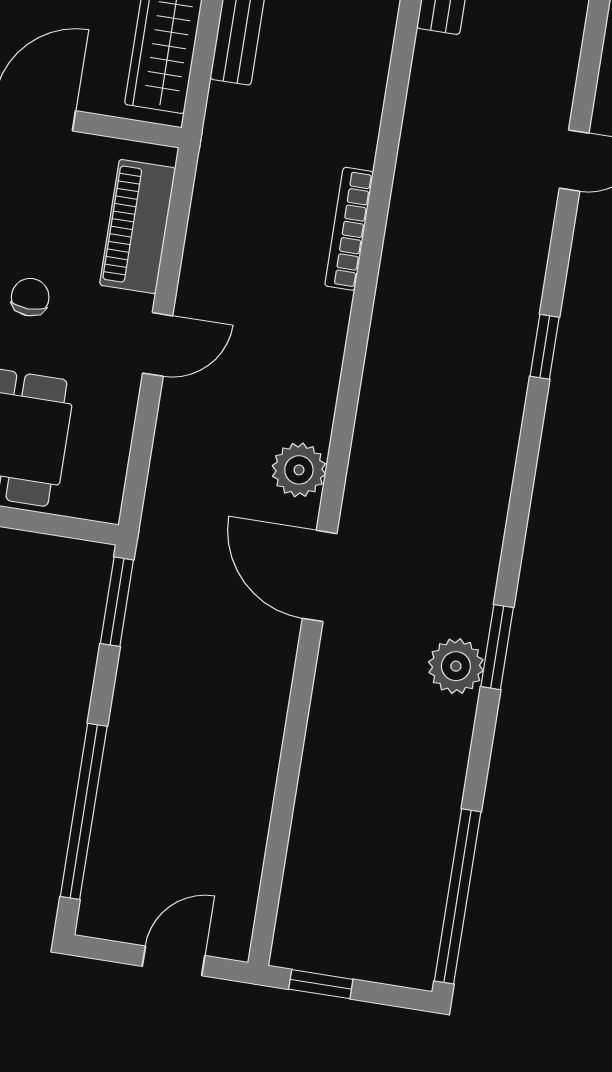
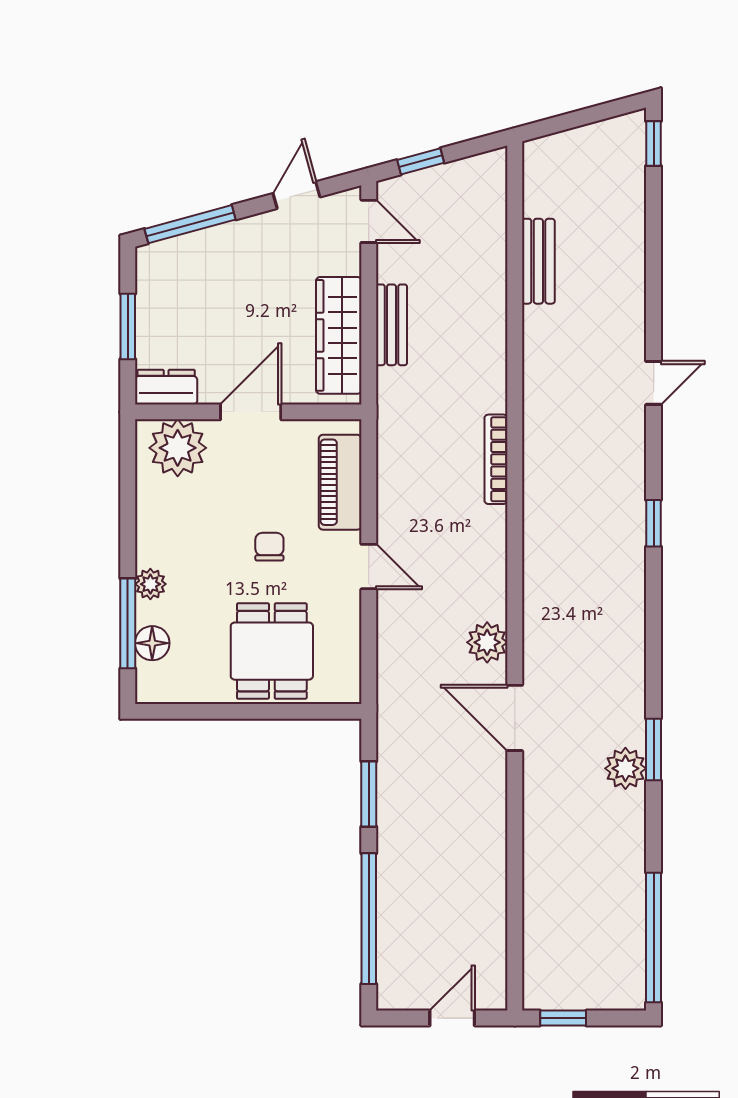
door: (158, 344) -> (369, 567), hinge flipped
window: (117, 602) -> (369, 794), moved

